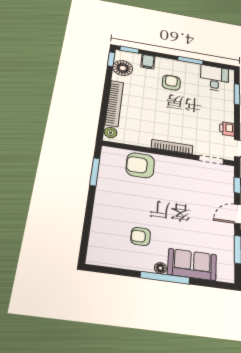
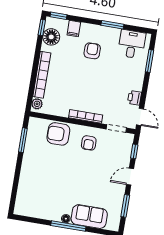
armchair: (141, 236) -> (89, 143), moved, turned -90

